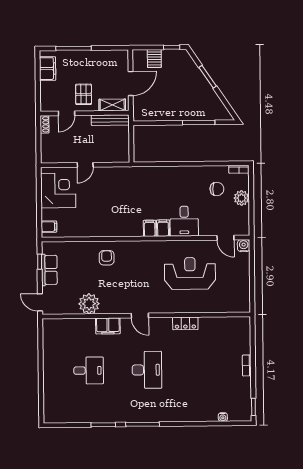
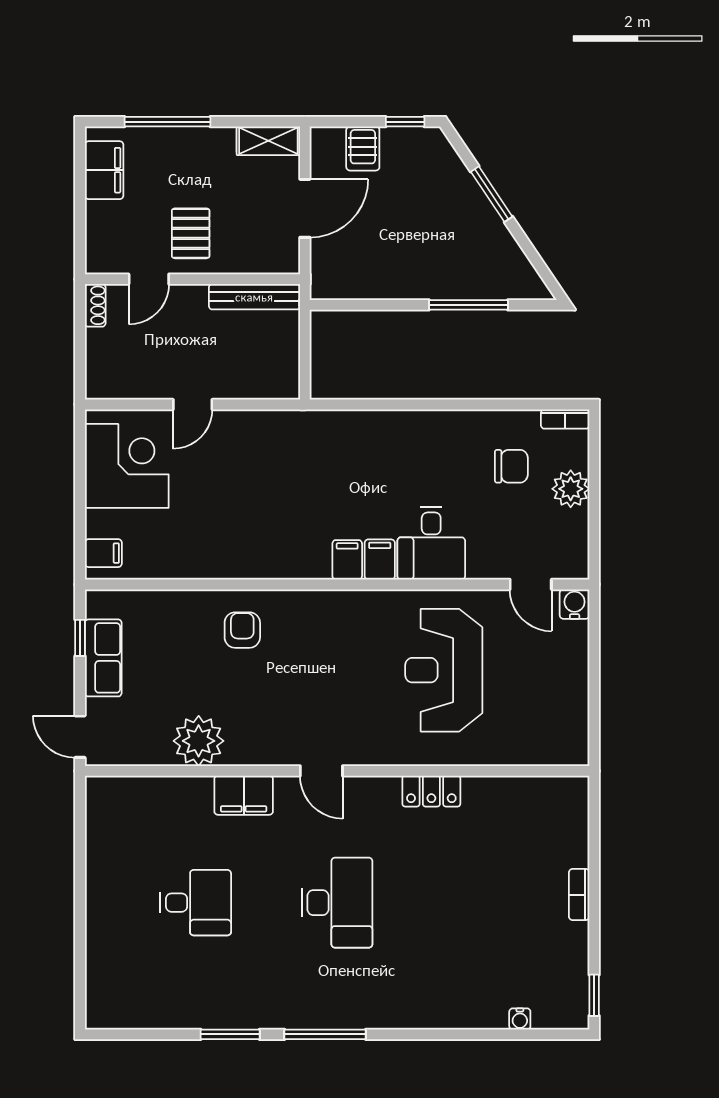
shelving: (112, 105) -> (268, 141), moved
reception desk: (190, 273) -> (444, 670), turned -90

